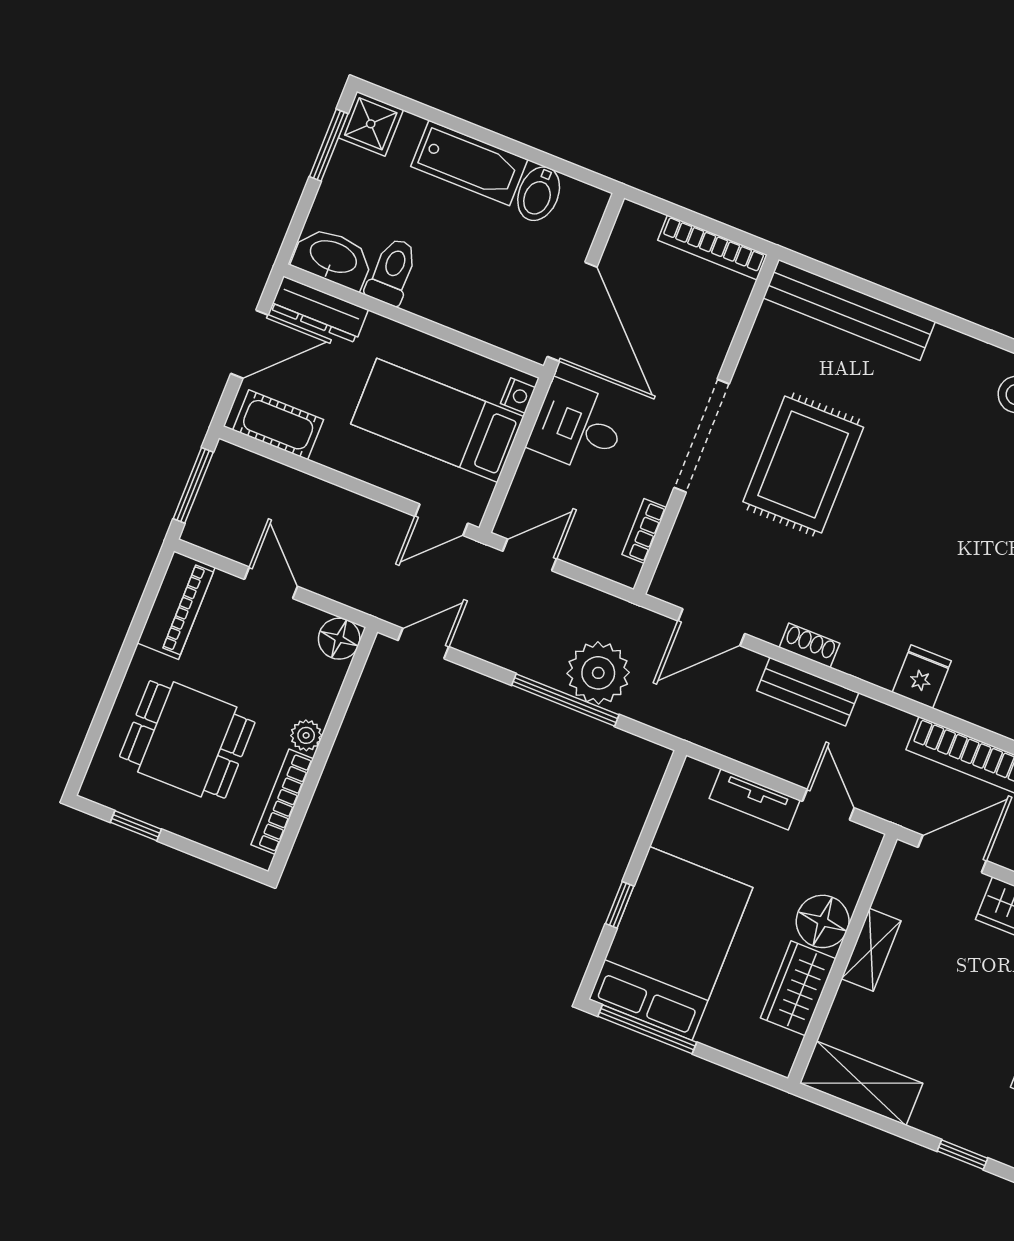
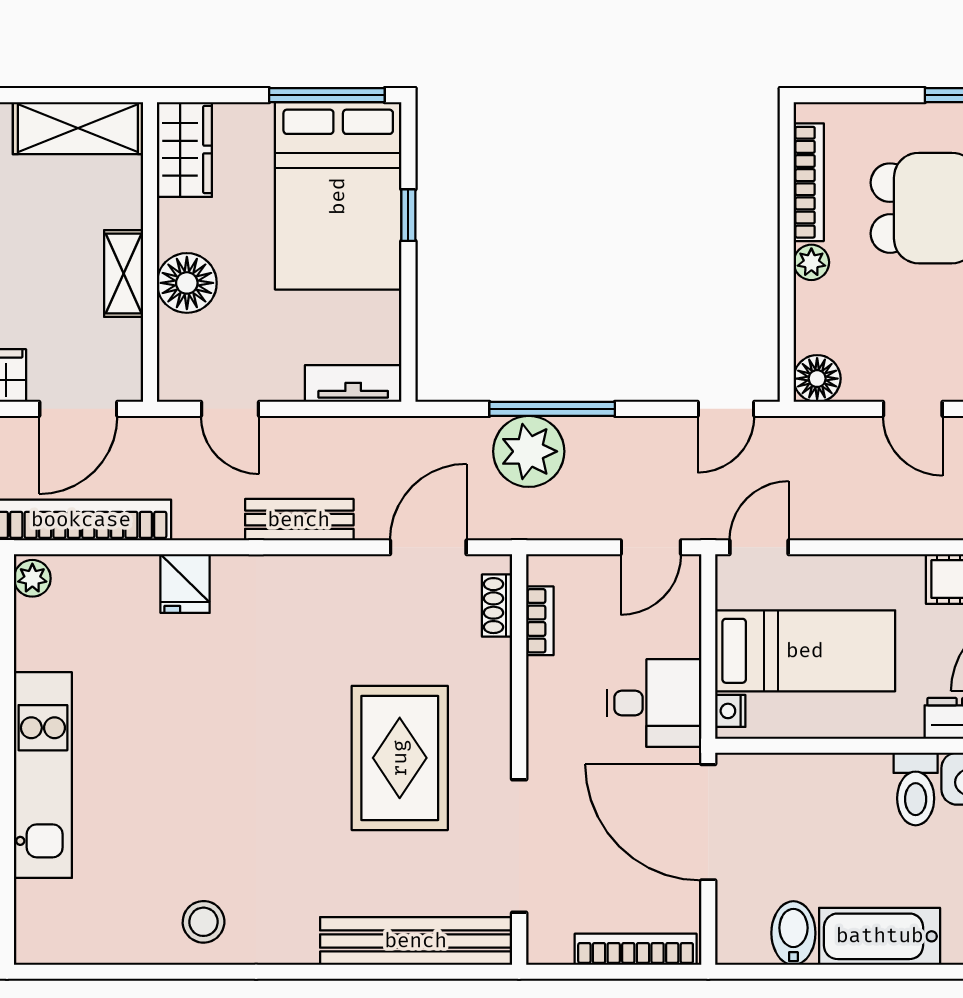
bookcase: (712, 248) -> (636, 949), moved
doorway: (702, 436) -> (519, 846), moved
shoe rack: (809, 645) -> (497, 606), moved, turned 90
tv unit: (755, 799) -> (353, 384), moved
wardrobe: (798, 988) -> (184, 149), moved

